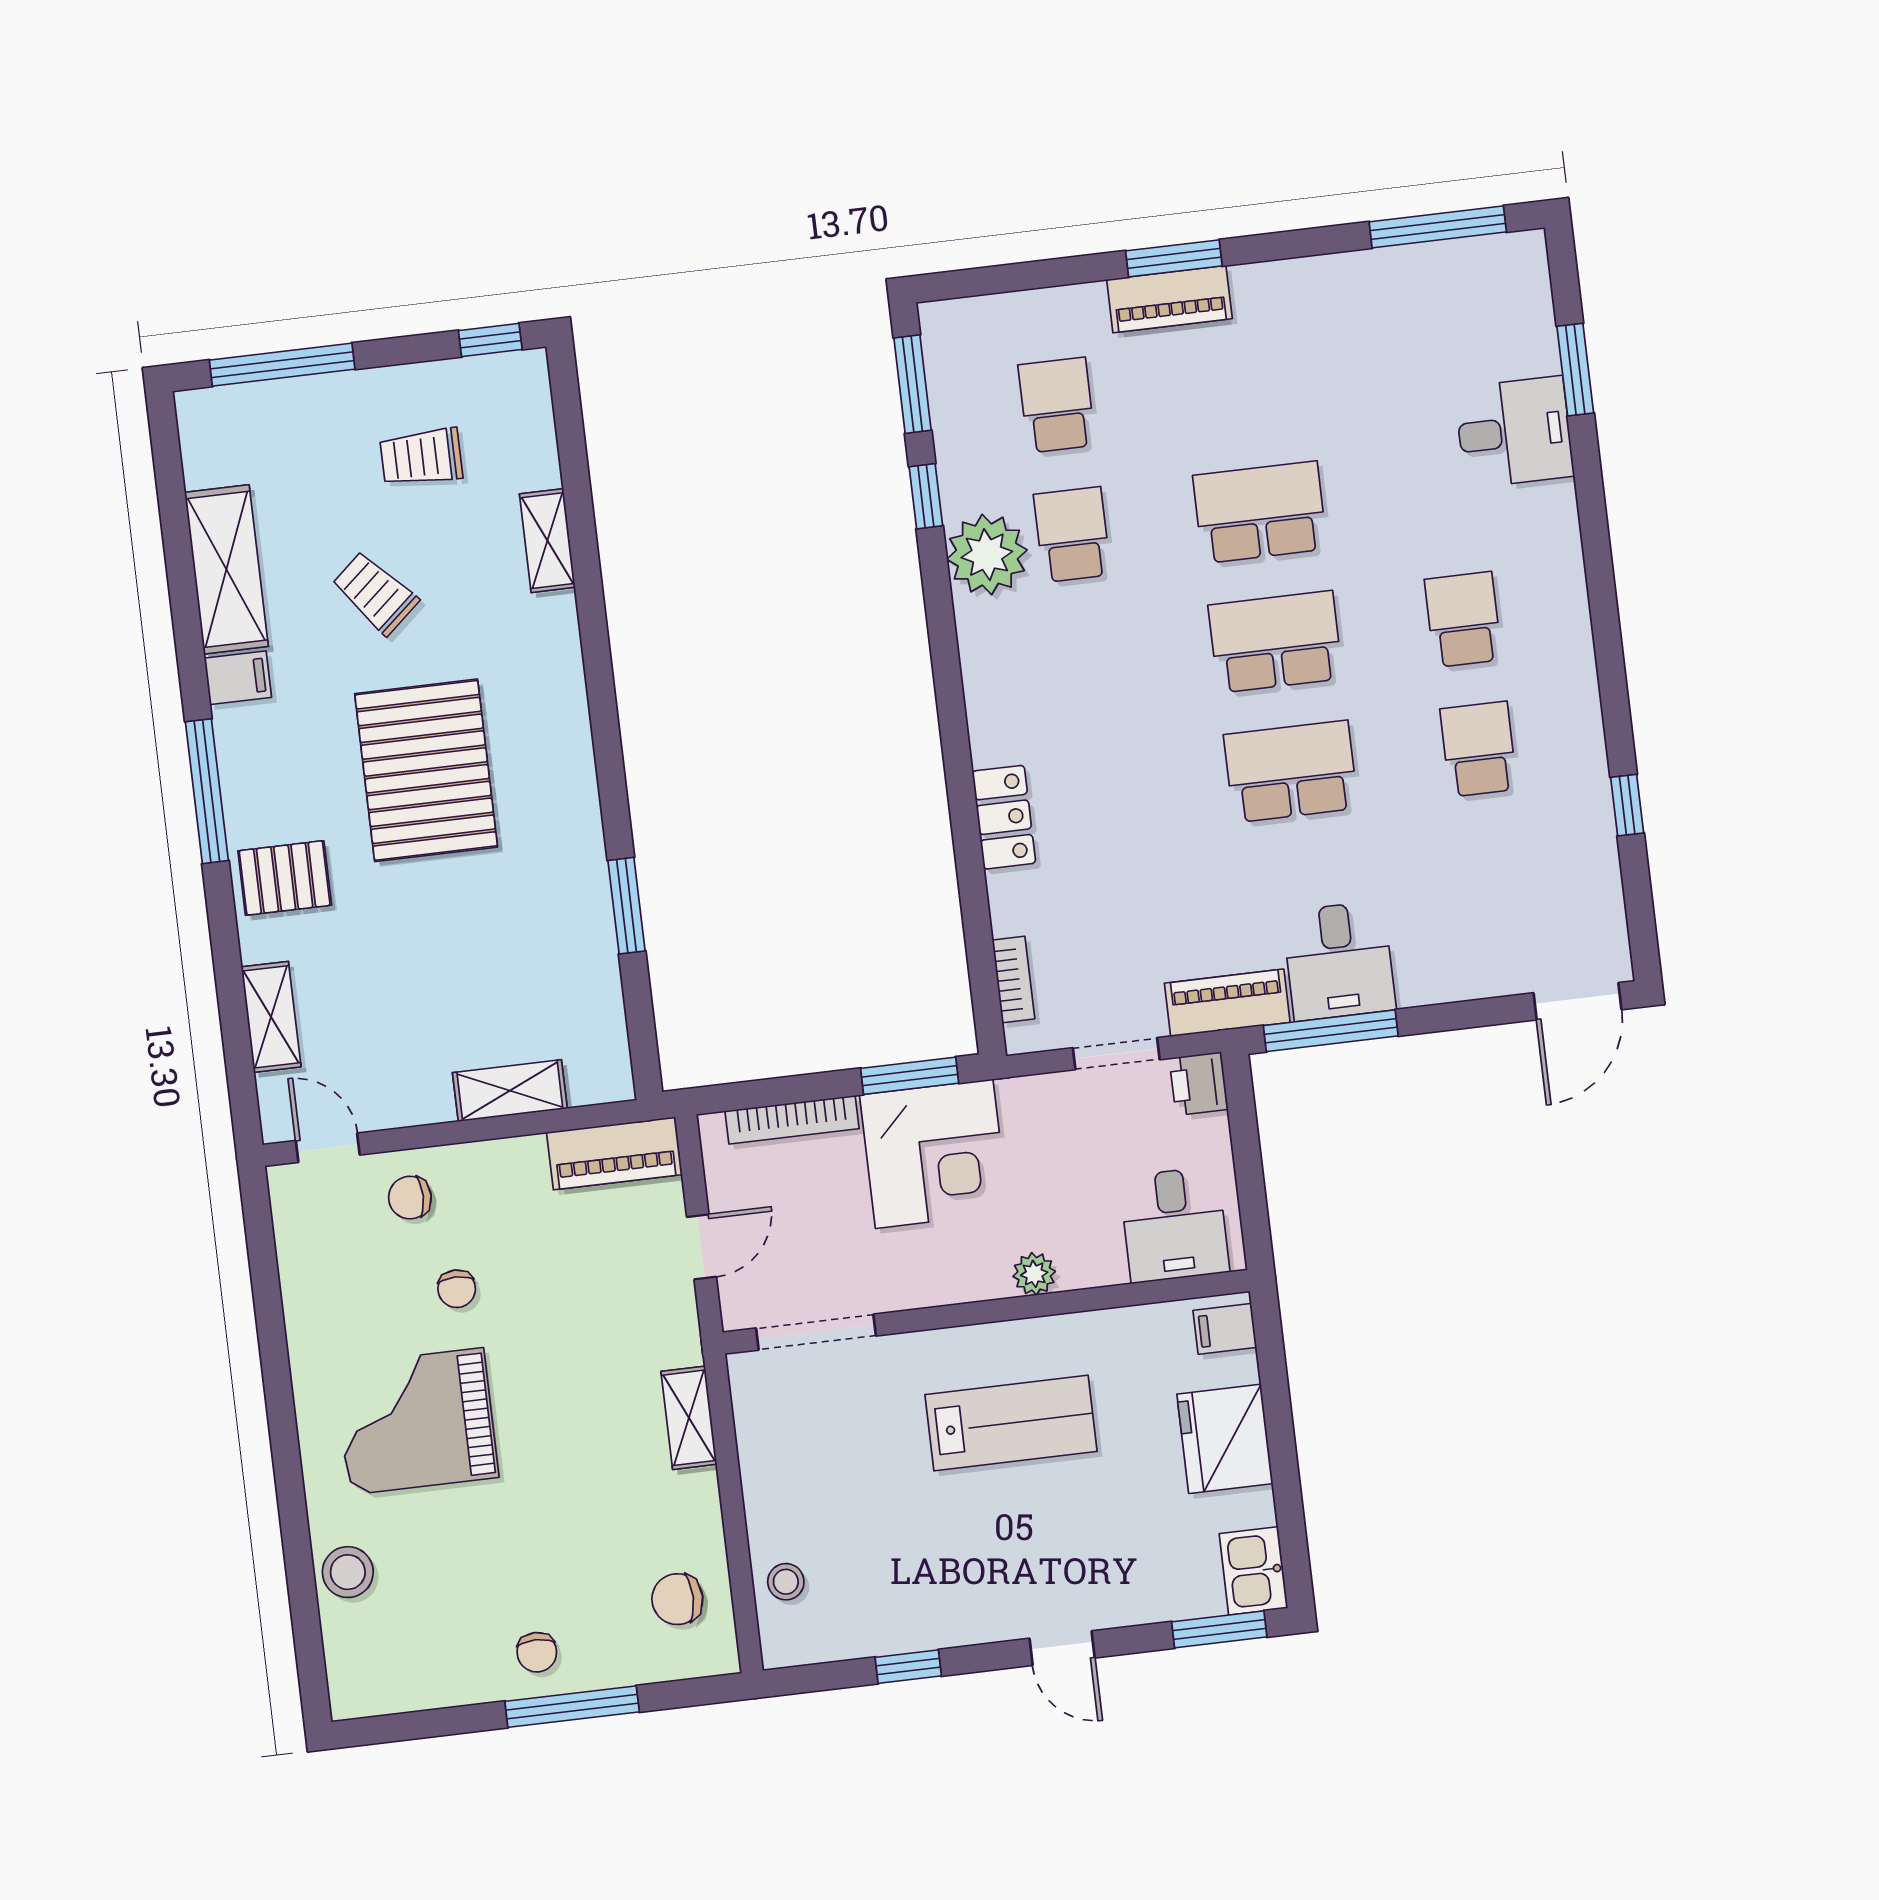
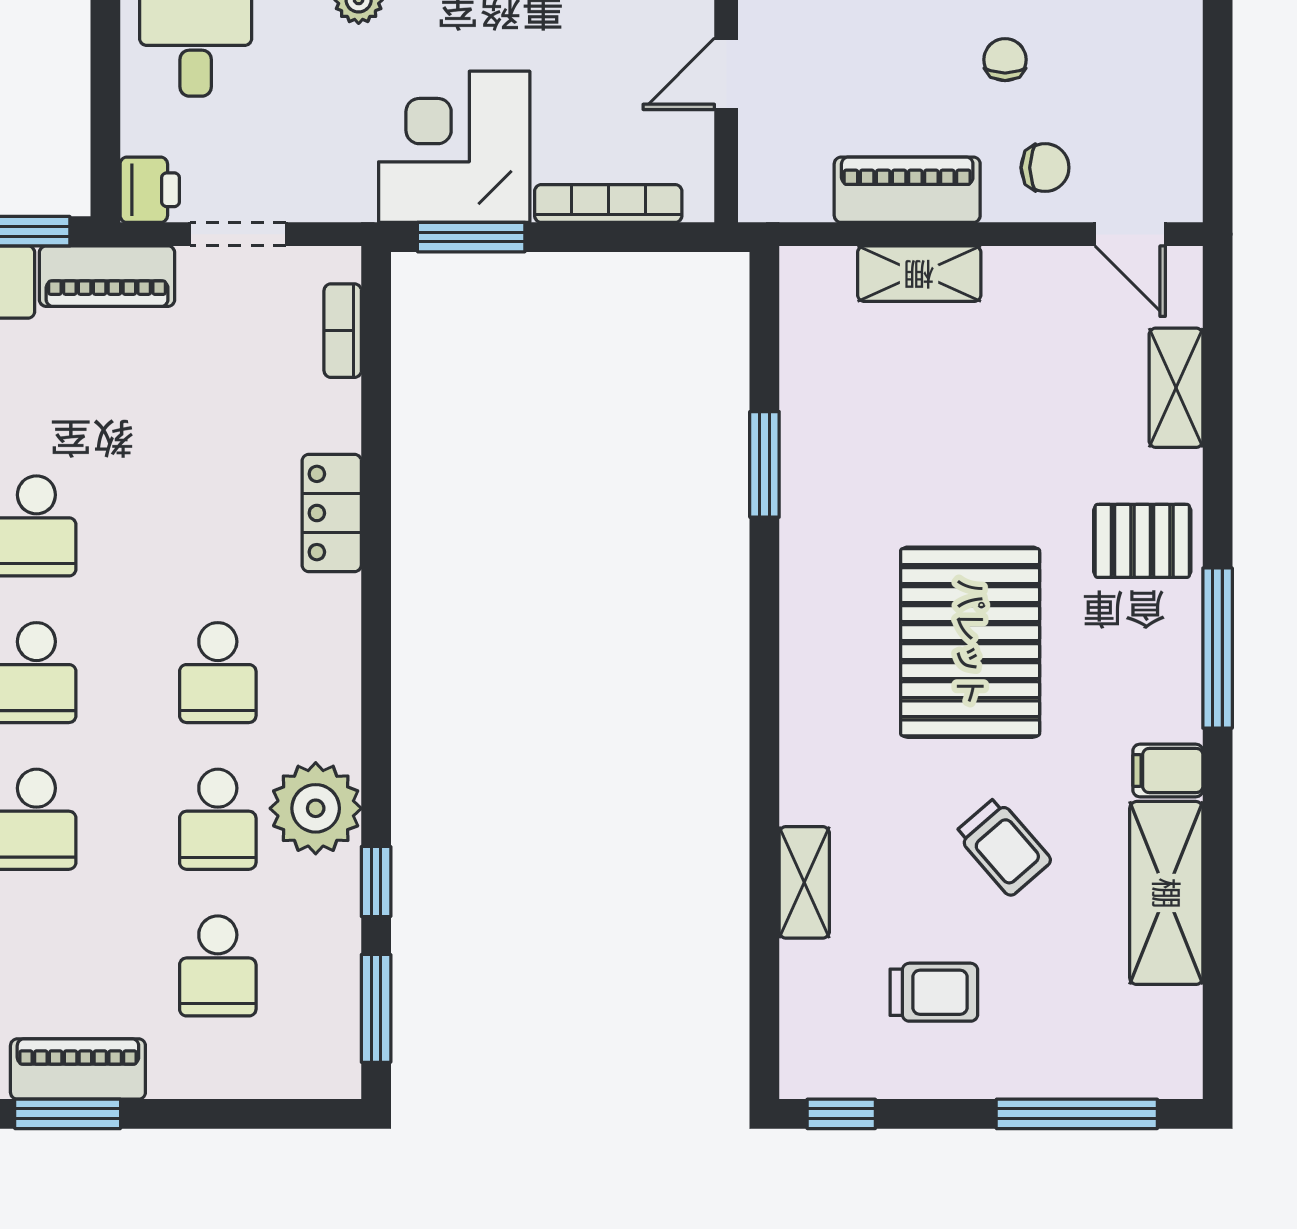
school desk: (1088, 664) -> (218, 673), added
piano: (614, 1153) -> (907, 190), moved

